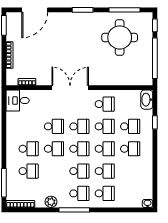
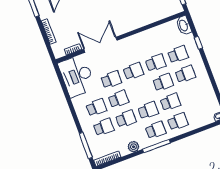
double door: (70, 88) -> (100, 45), moved
desk: (18, 101) -> (77, 76), width x1.87, depth x1.30
school desk: (105, 104) -> (148, 43), removed
school desk: (79, 149) -> (126, 119), moved

